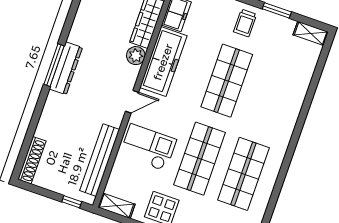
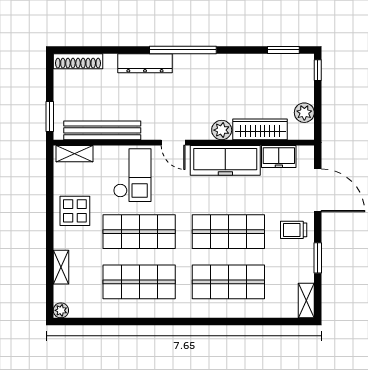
window: (54, 65) -> (183, 50), width x1.46
dresser: (66, 68) -> (145, 63), moved
shop shelf: (271, 96) -> (228, 282), added
window: (72, 202) -> (50, 117), width x1.50
shelving: (116, 206) -> (74, 154), moved, turned 90

